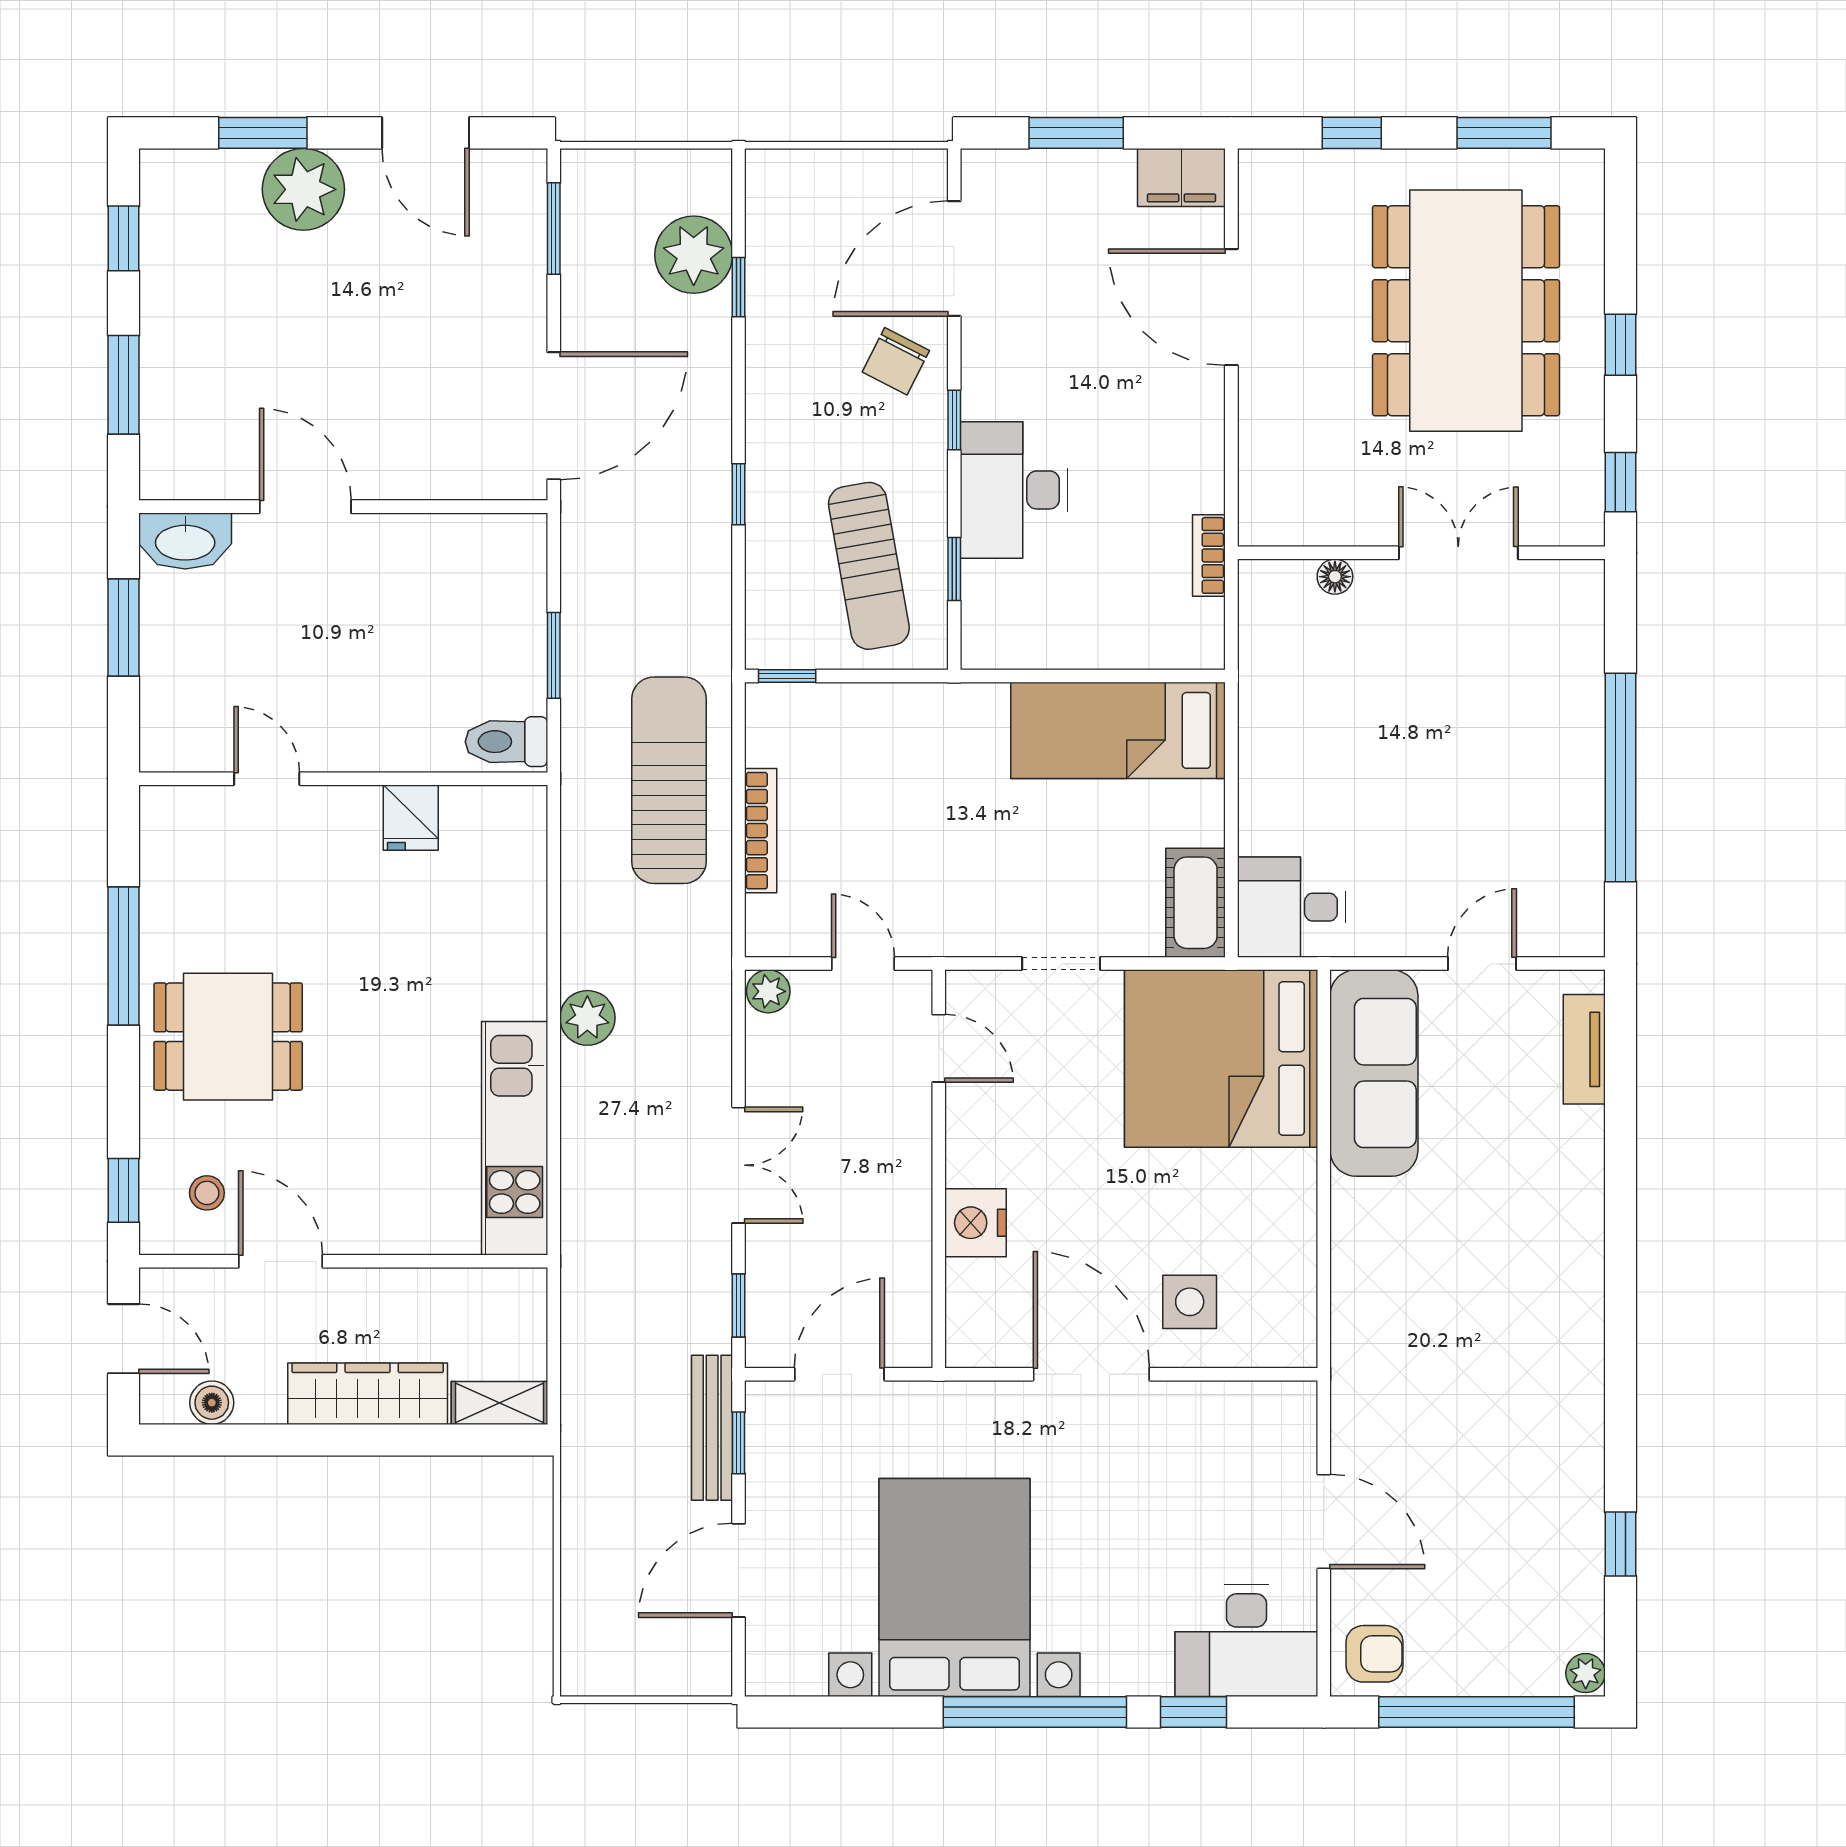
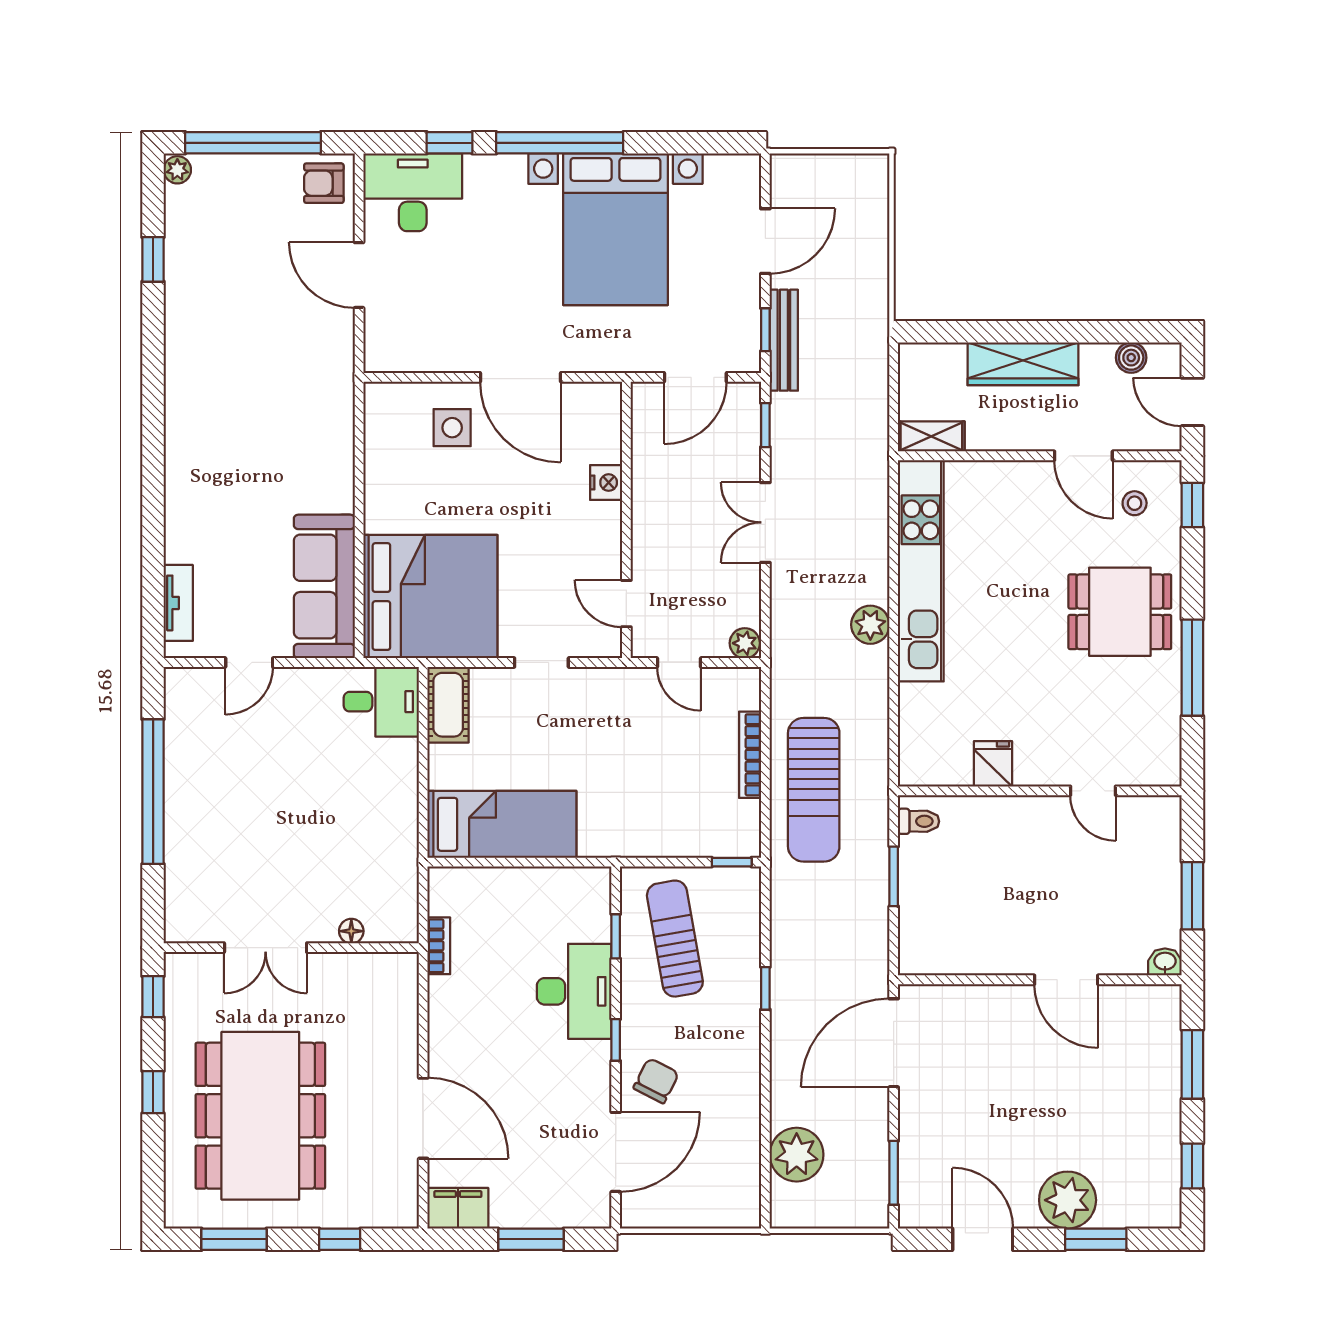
window: (739, 287) -> (765, 1132), removed
washbasin: (185, 541) -> (1165, 962), width x0.52, depth x0.69
toilet: (506, 742) -> (919, 821), width x0.73, depth x0.72
kitchen unit: (515, 1138) -> (921, 571), width x1.36
nightstand: (976, 1223) -> (606, 483), width x0.74, depth x0.75
shelving: (500, 1403) -> (931, 436), moved

